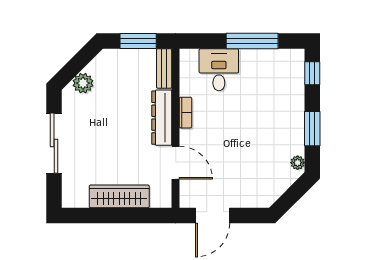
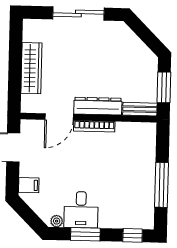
desk: (219, 70) -> (81, 210), moved, turned 90
plant: (83, 83) -> (129, 40), removed
bookcase: (185, 113) -> (94, 126), width x1.56
filing cabinet: (256, 196) -> (29, 185), added

